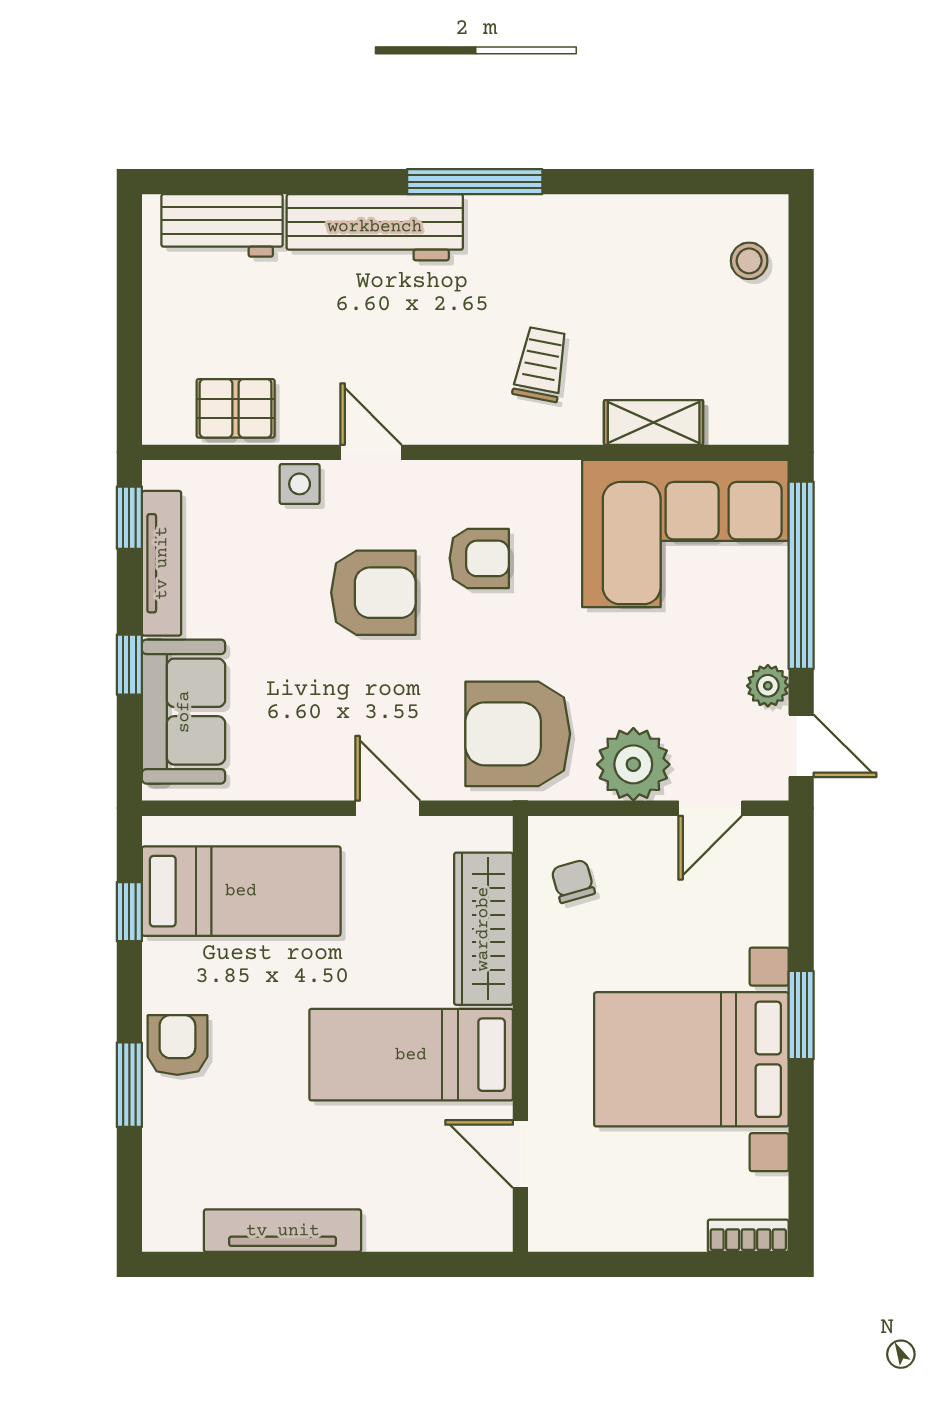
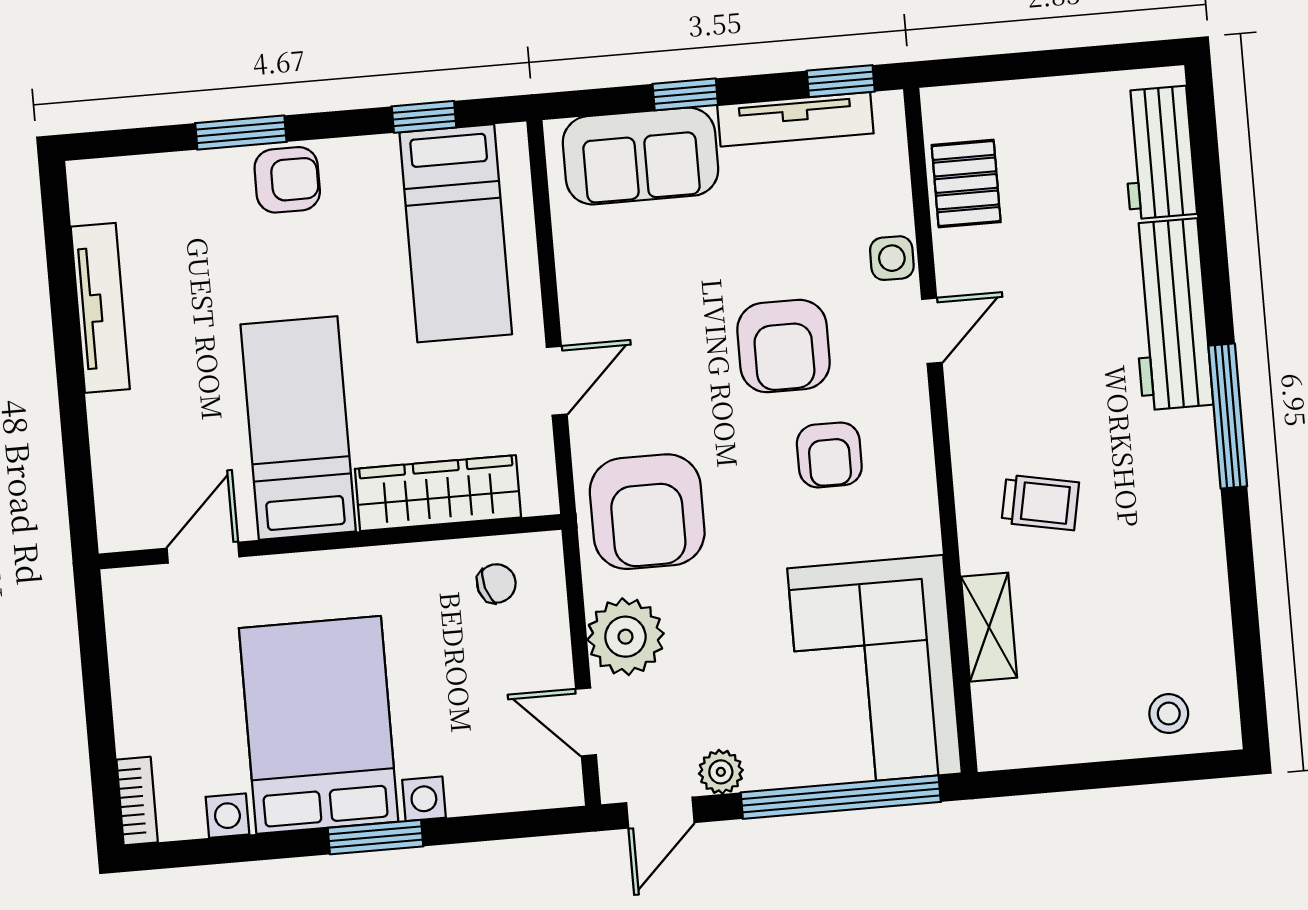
armchair: (518, 734) -> (647, 512), turned 180

